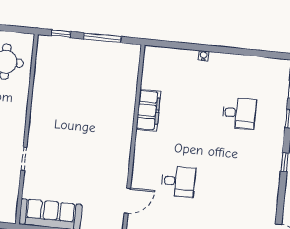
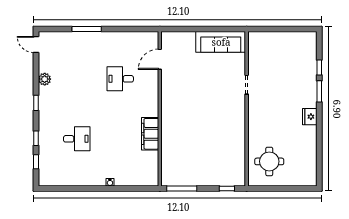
window: (102, 38) -> (182, 189), moved
desk: (239, 113) -> (77, 139), turned 180
plant: (271, 190) -> (45, 79), added

